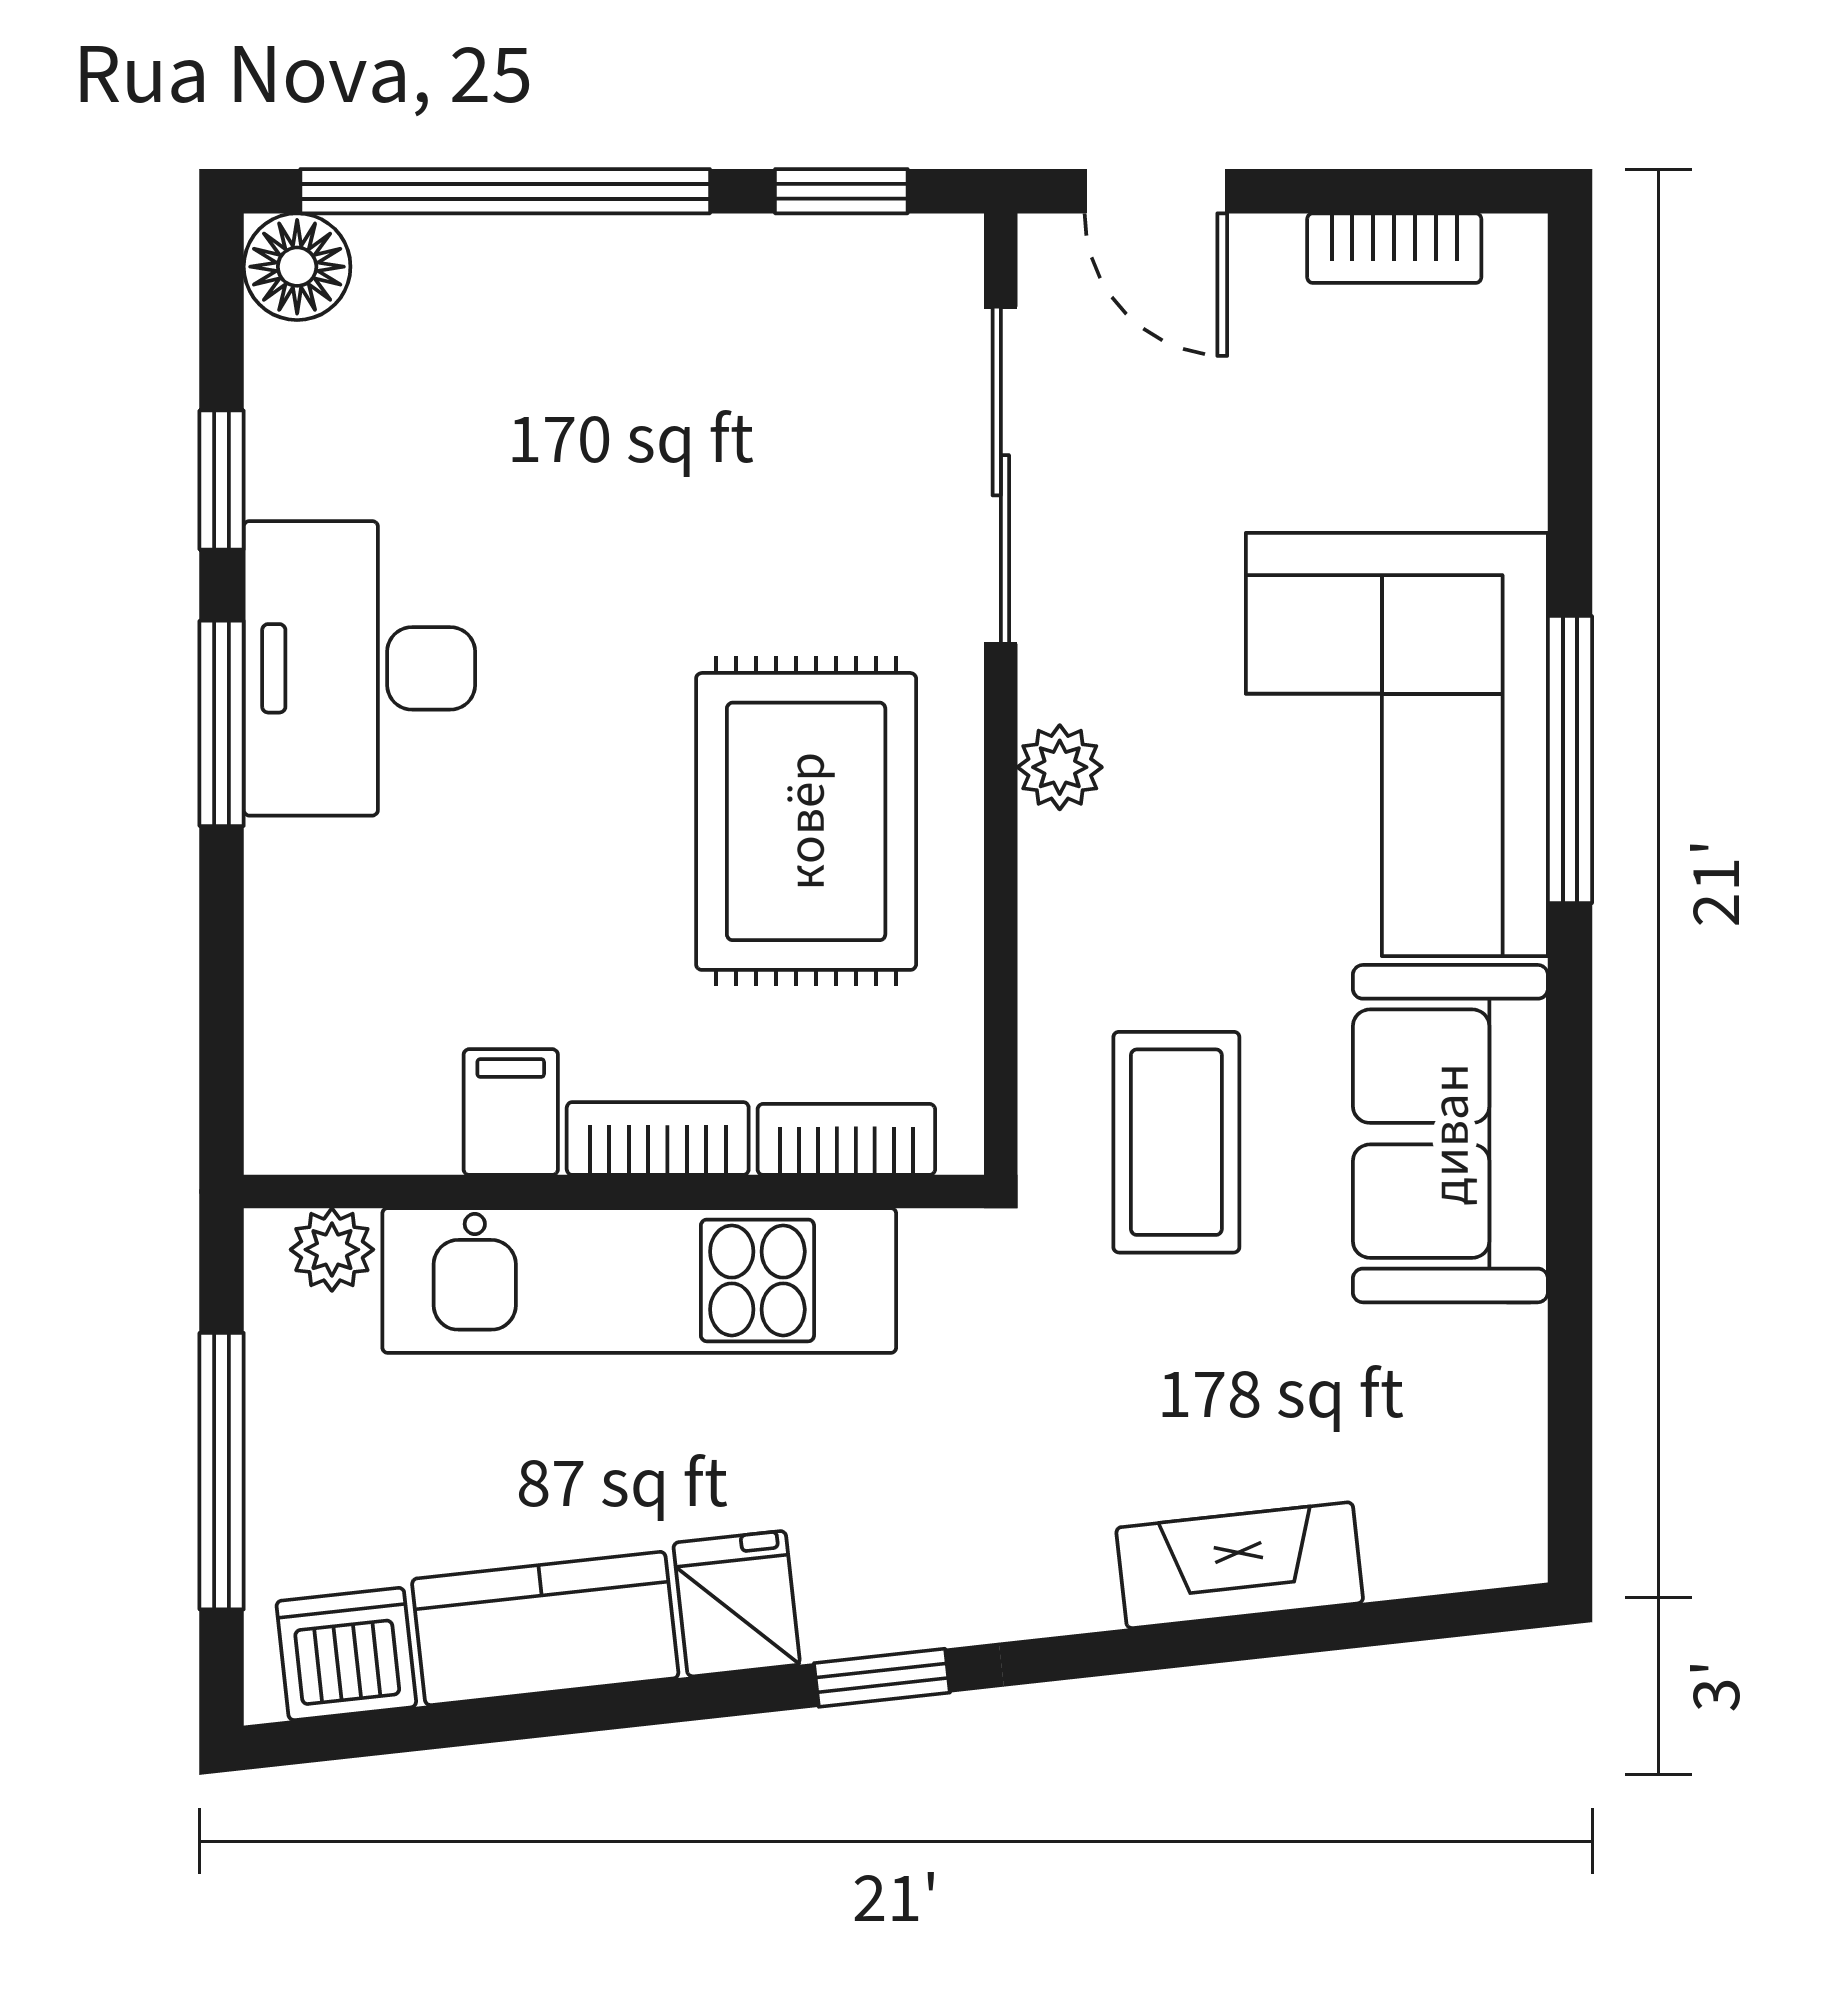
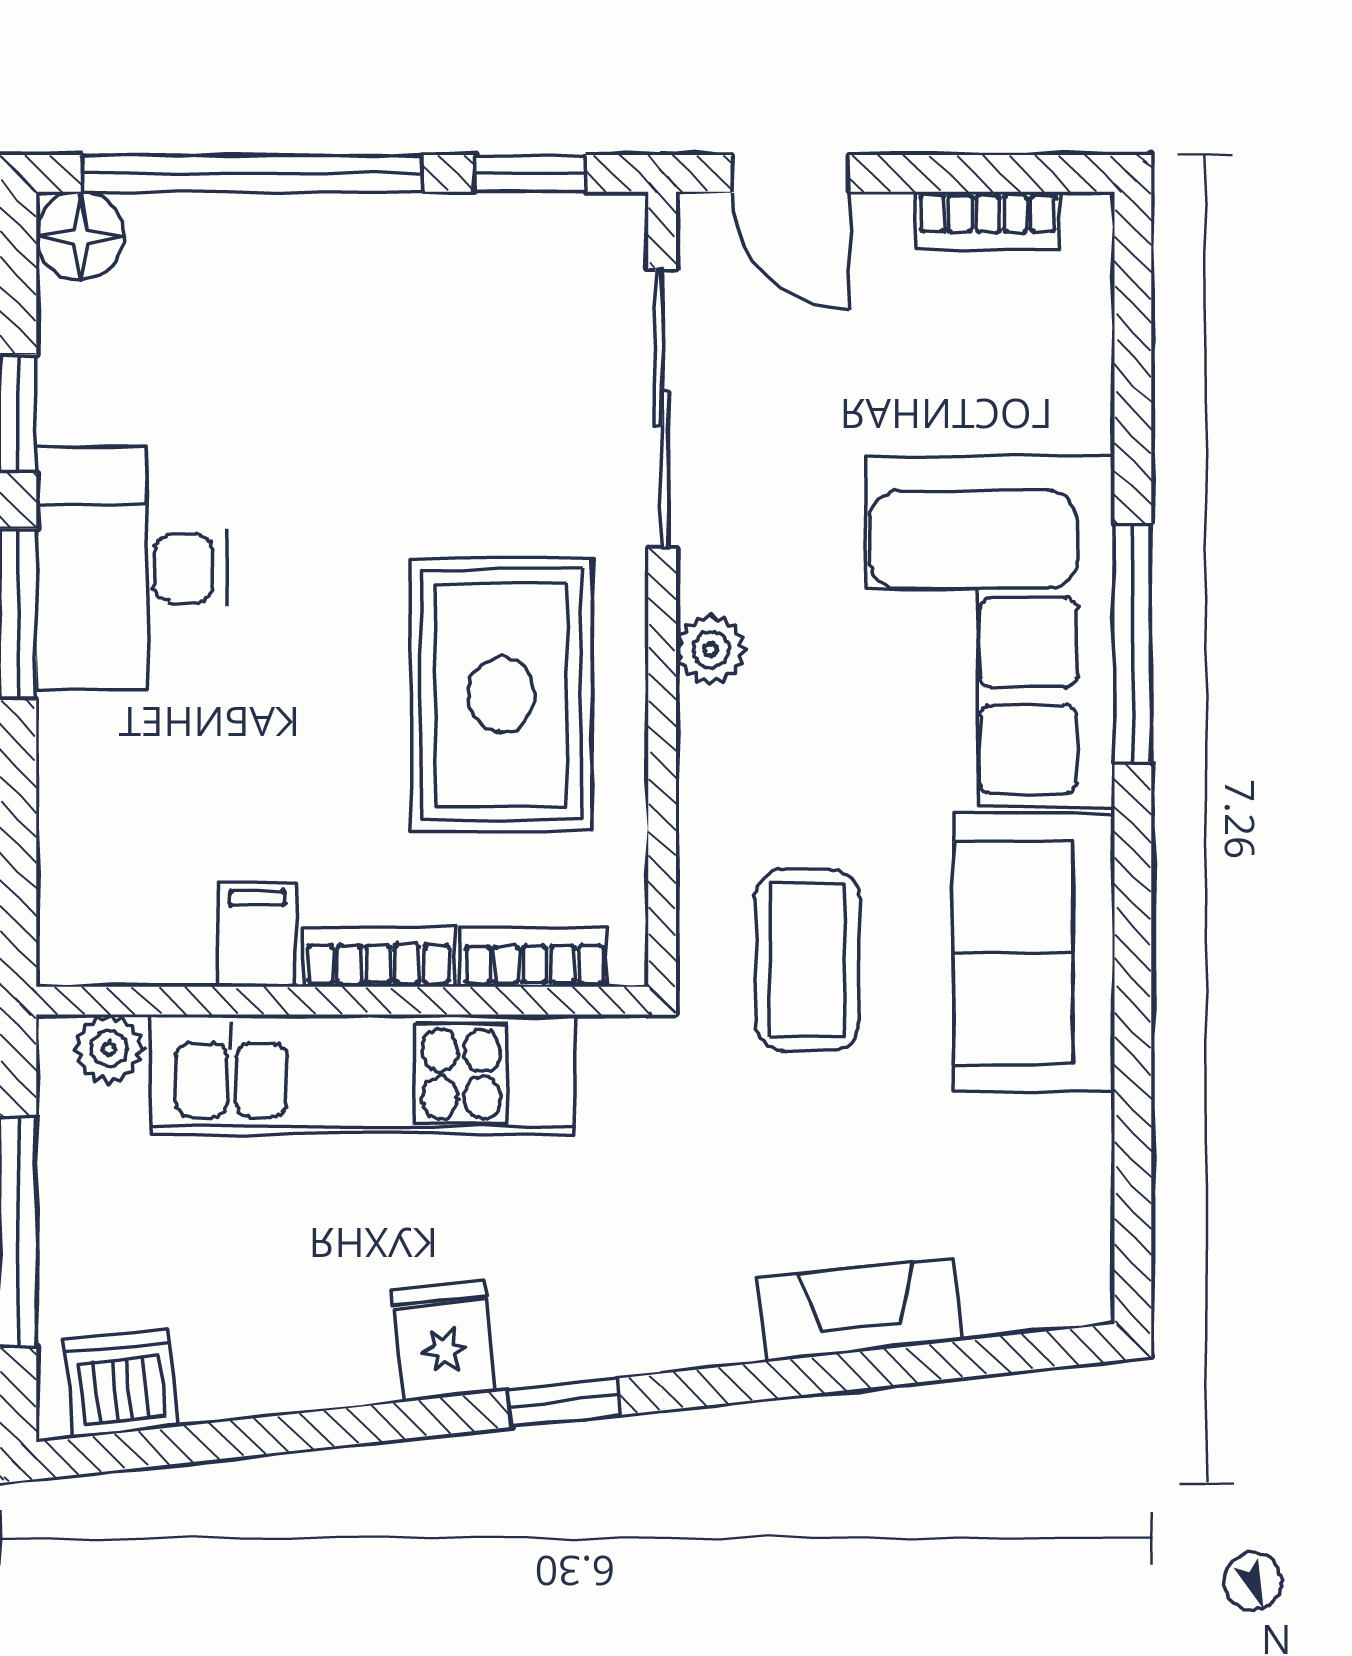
kitchen counter: (545, 1628) -> (285, 1362), removed

